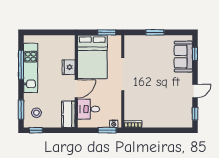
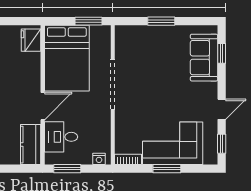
fridge: (69, 67) -> (31, 40), moved
corner sofa: (162, 113) -> (173, 143), added
window: (107, 130) -> (67, 169), moved
window: (159, 130) -> (167, 169), added

